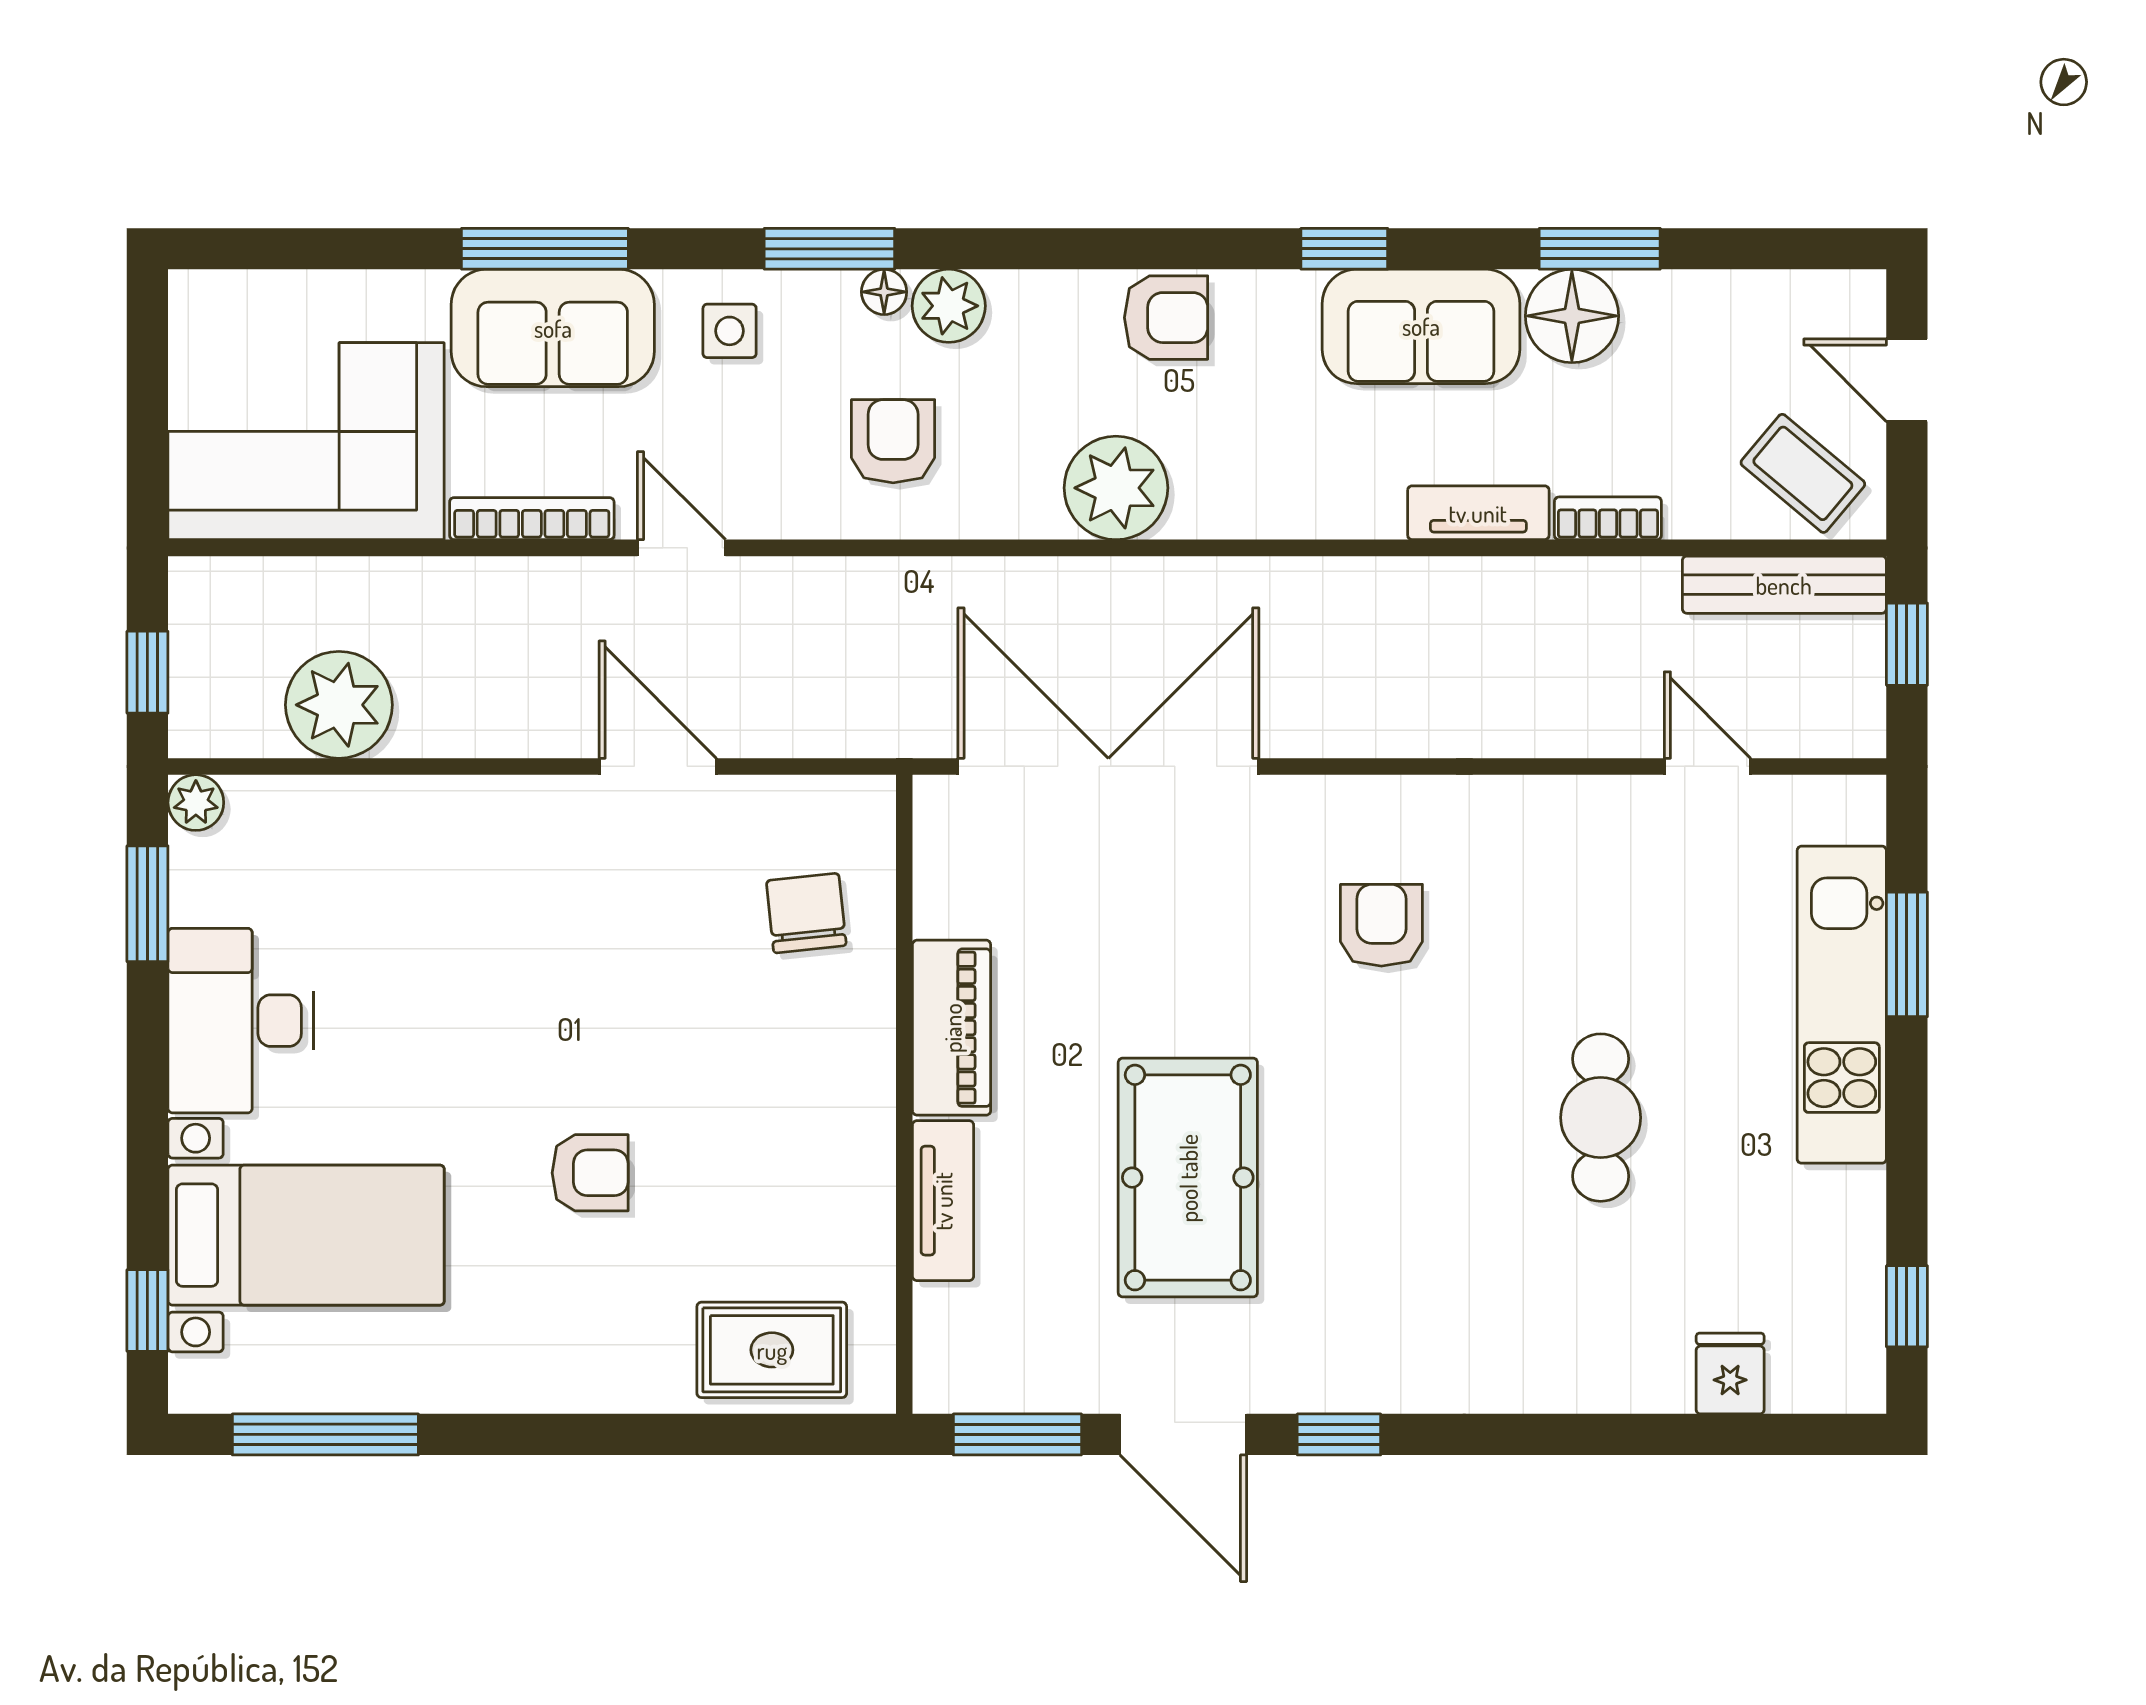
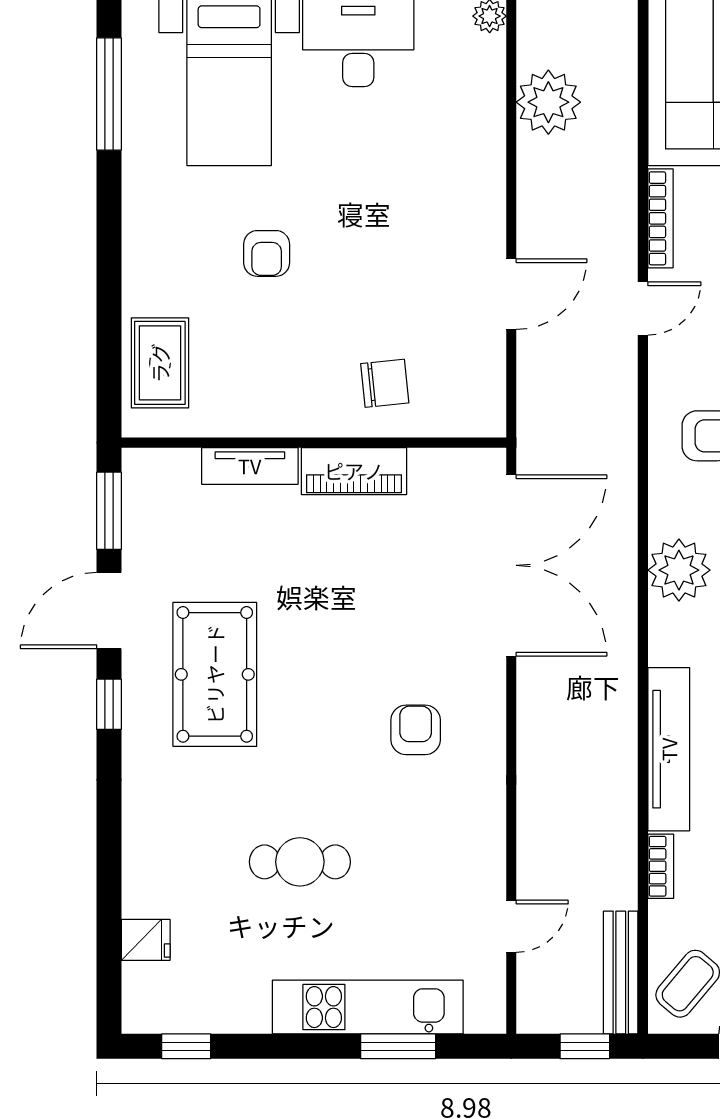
tv unit: (1478, 513) -> (669, 749), width x1.92, depth x1.29
chair: (806, 913) -> (385, 383), moved
armchair: (1381, 925) -> (416, 730), turned -90
pool table: (1188, 1178) -> (215, 674), moved, turned 90

